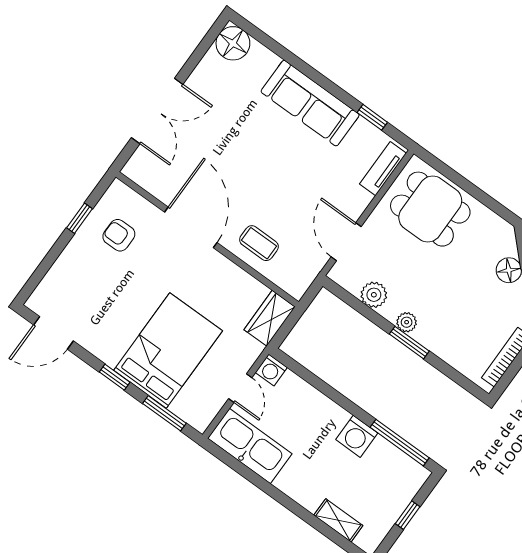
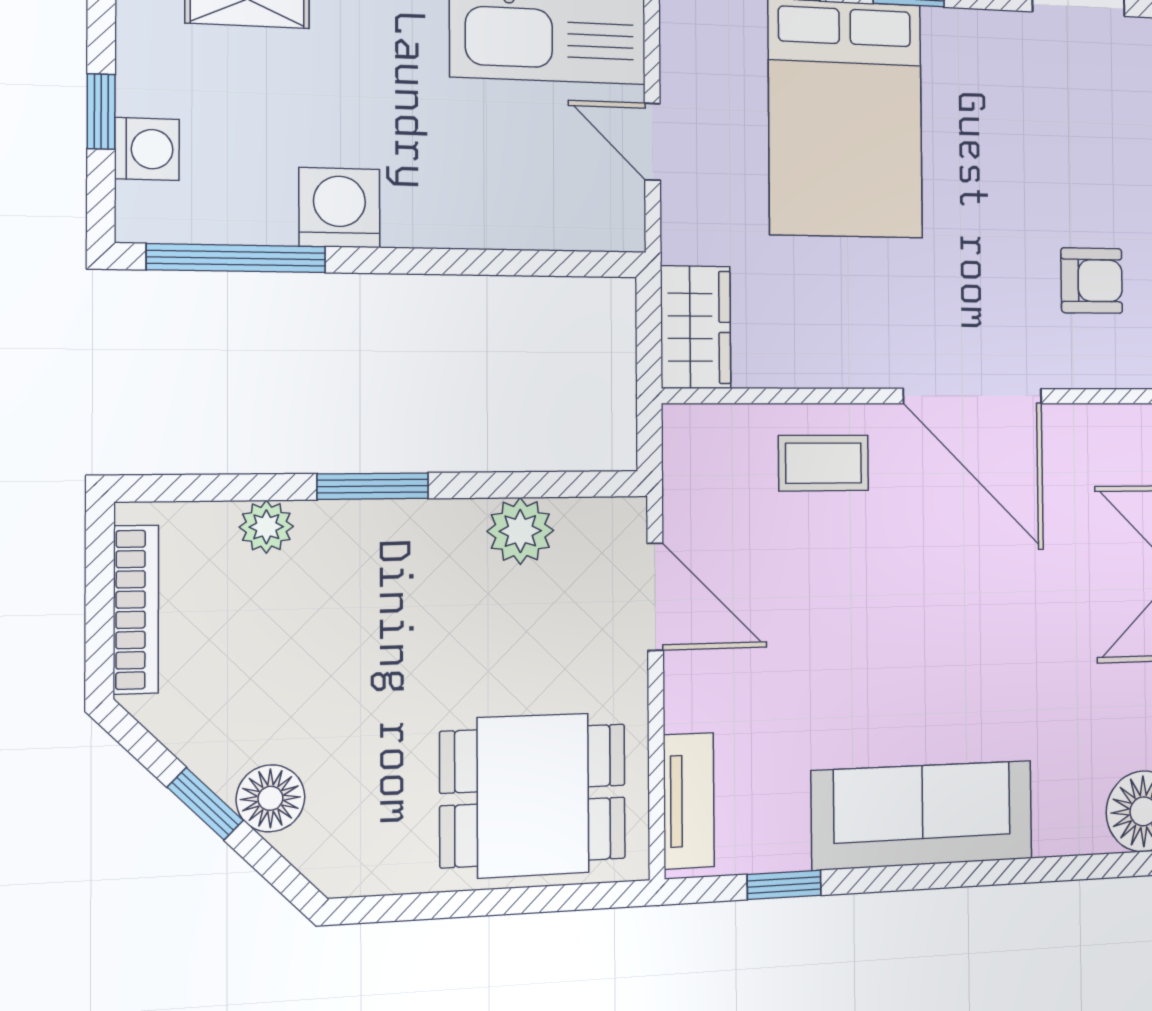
plant: (407, 322) -> (266, 527), moved
washing machine: (271, 370) -> (147, 149), moved, turned 90

